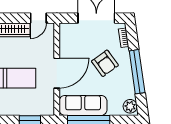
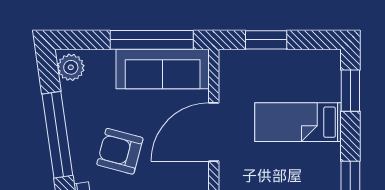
armchair: (105, 63) -> (120, 151), turned -39

